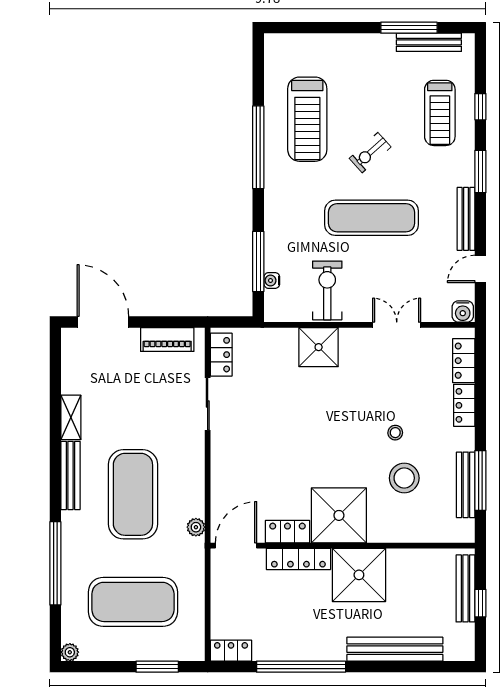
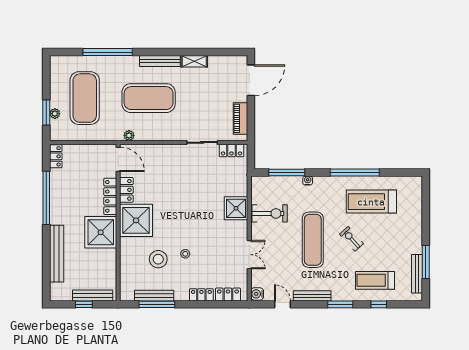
water cooler: (272, 280) -> (308, 181), moved
plant: (70, 652) -> (55, 114), moved

